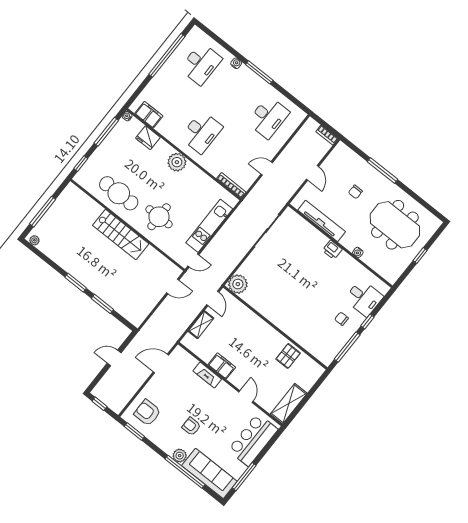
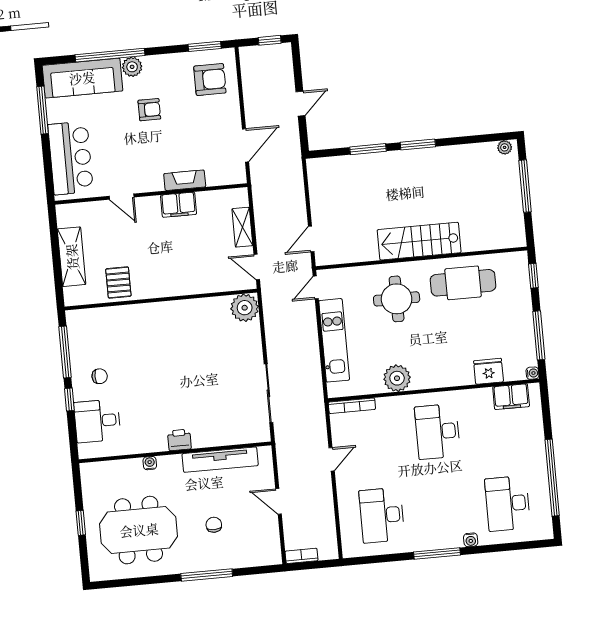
plant: (177, 162) -> (397, 378), moved
shelving: (289, 404) -> (72, 257), moved

